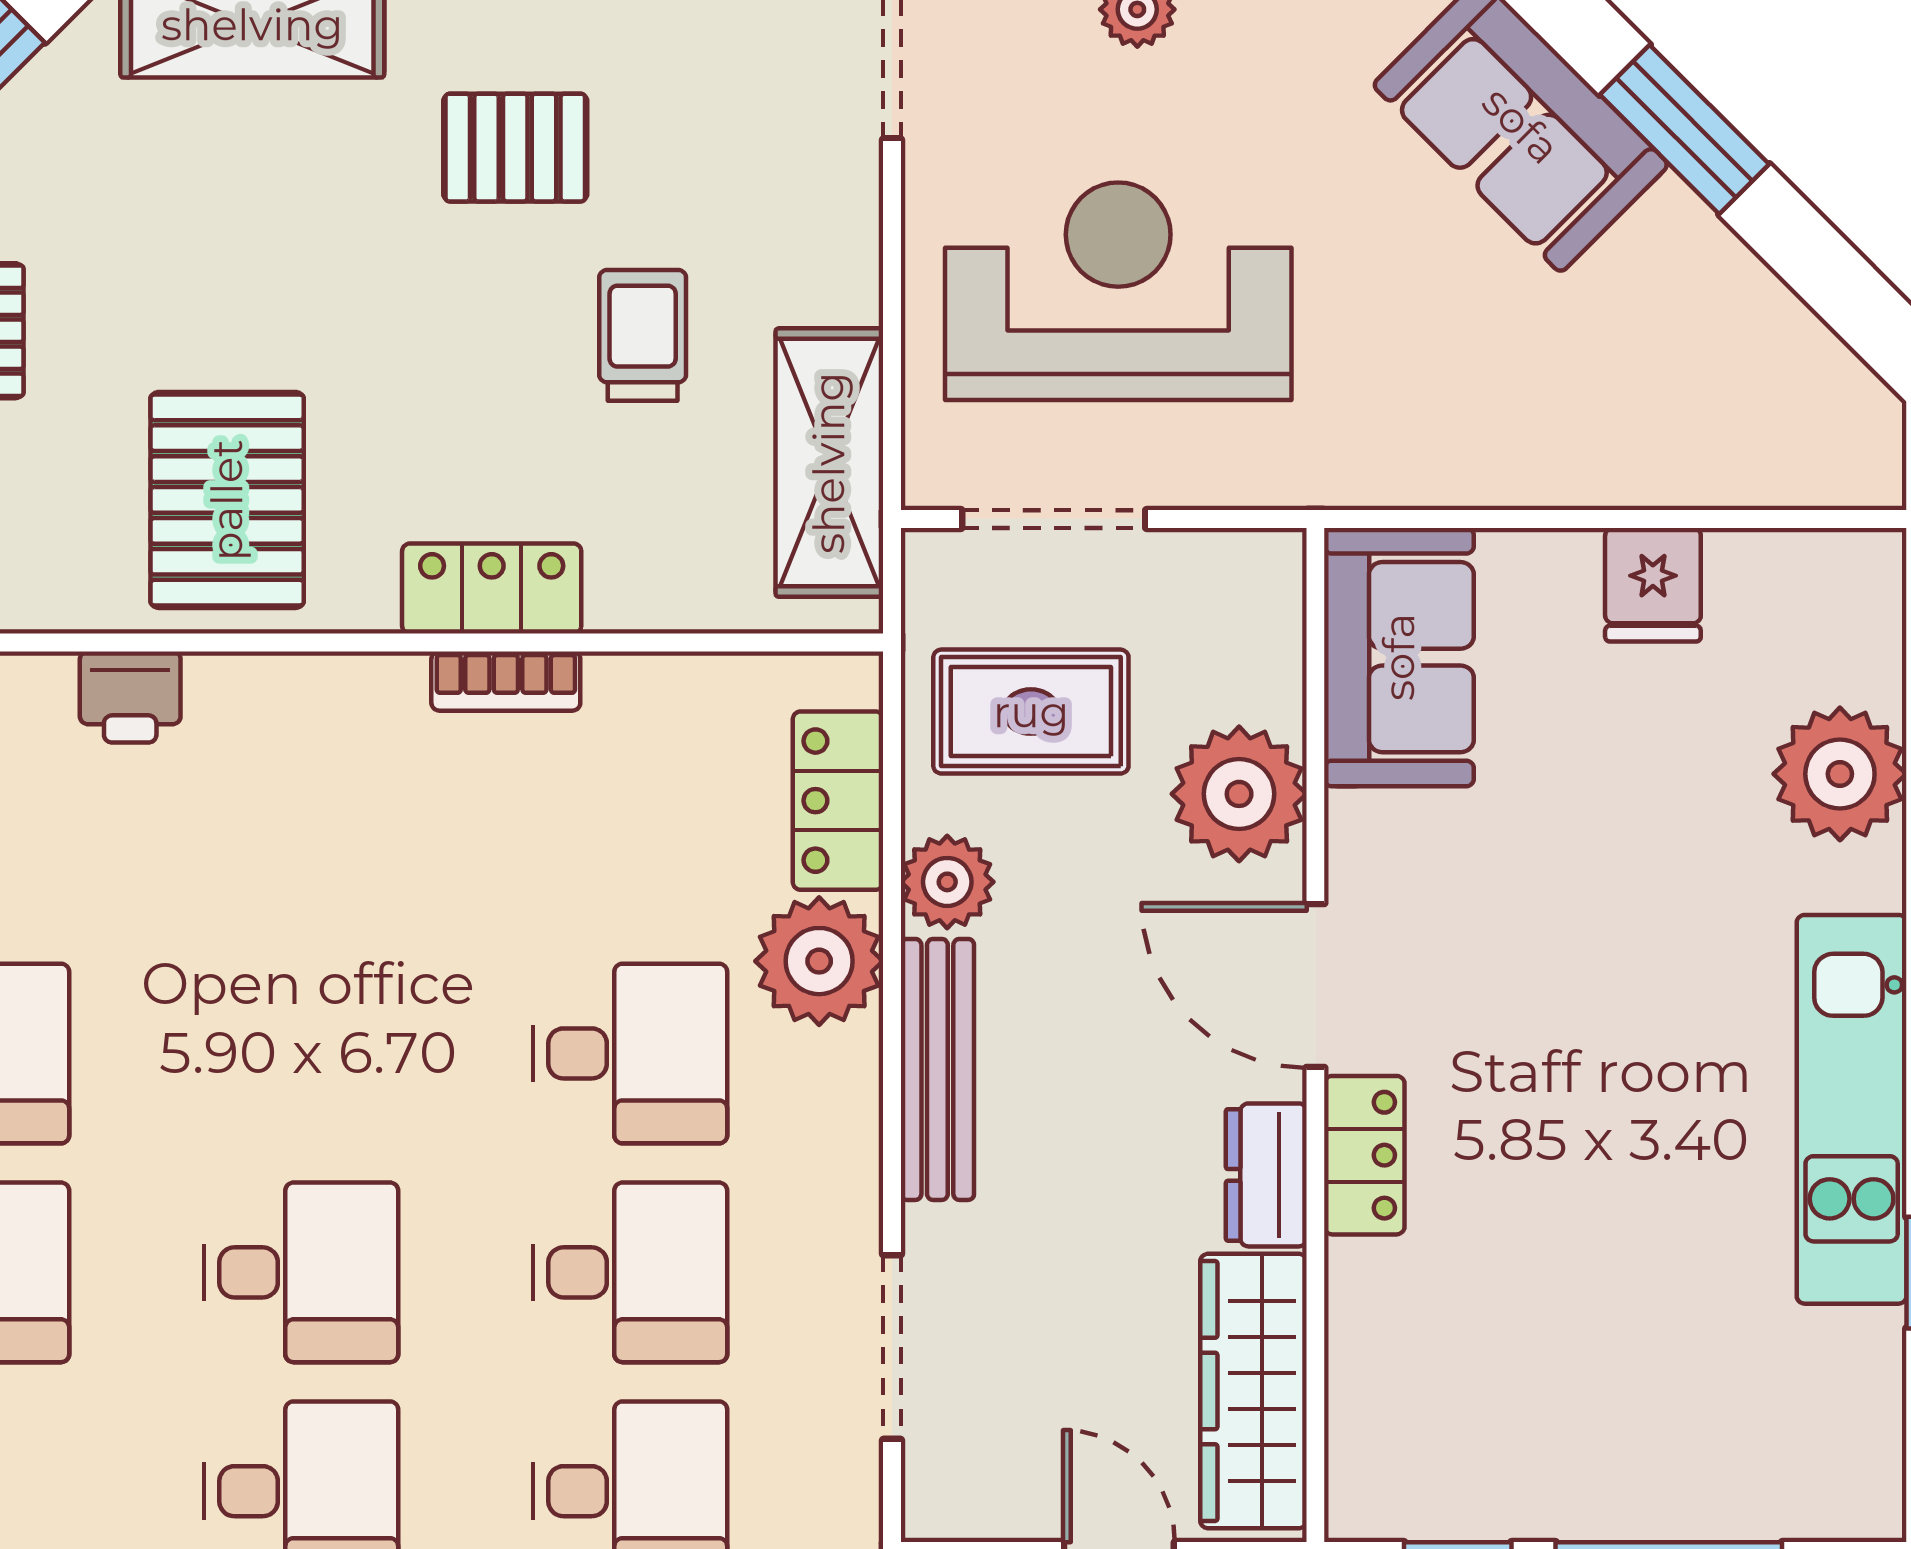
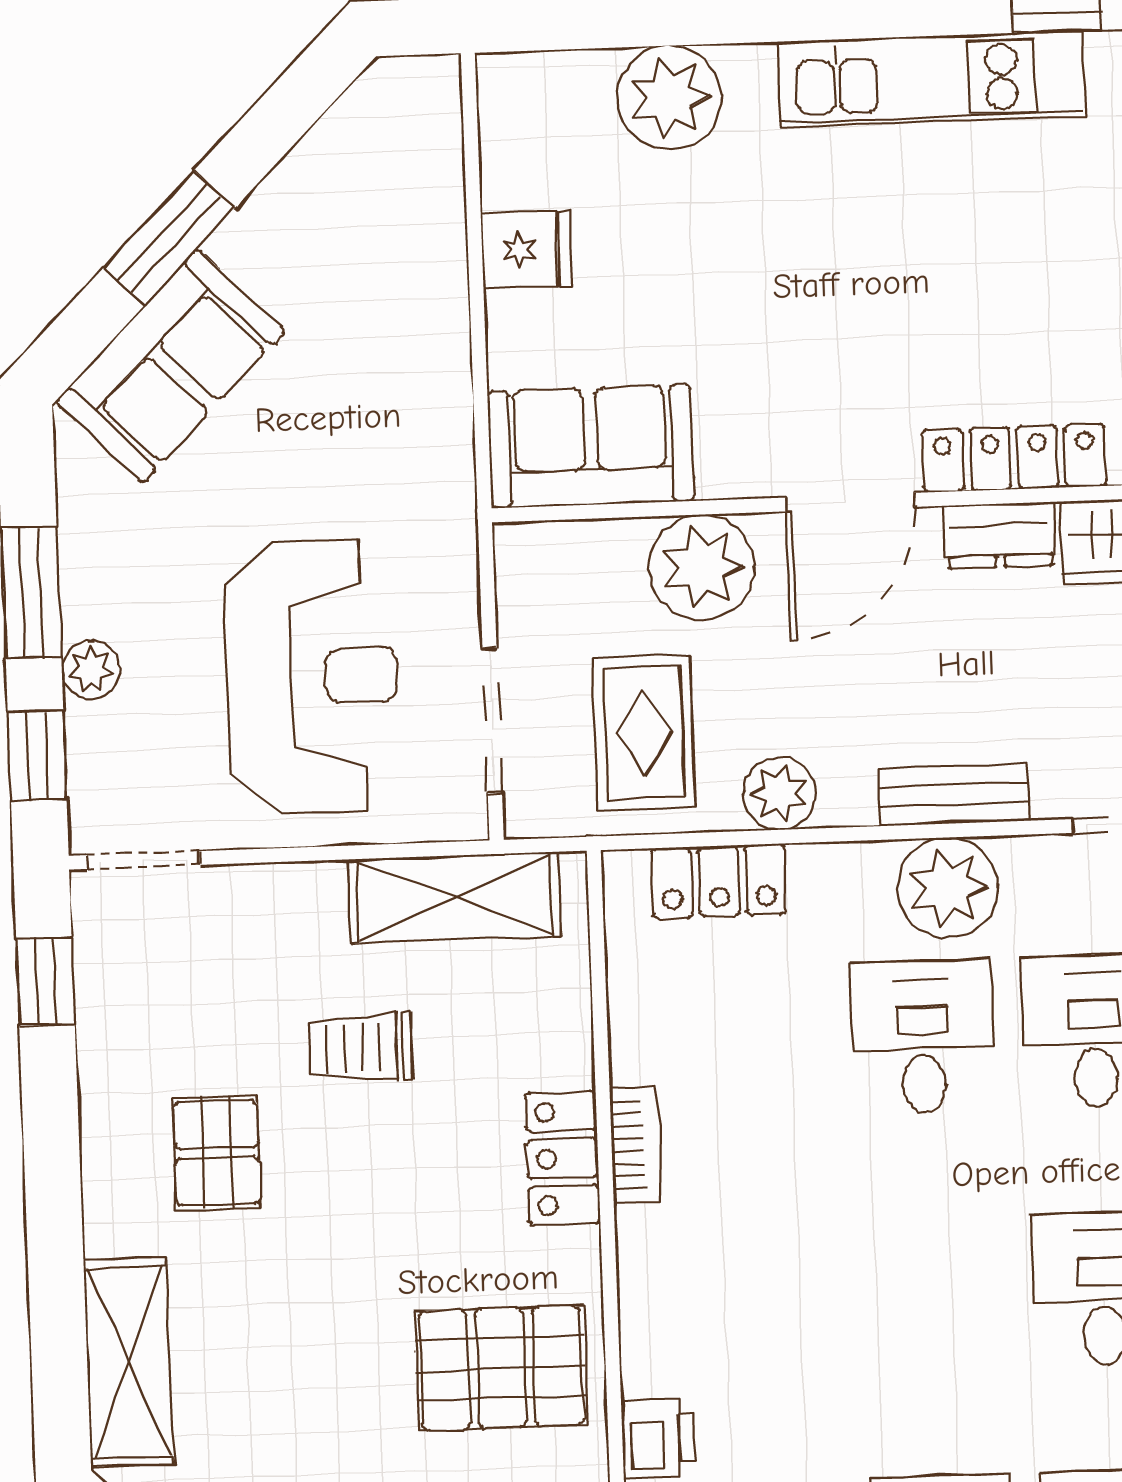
reception desk: (1118, 291) -> (312, 677), turned 180
plant: (819, 961) -> (948, 888), moved
bench: (937, 1069) -> (954, 795), width x0.73
locker: (1364, 1155) -> (1014, 458), width x1.53

